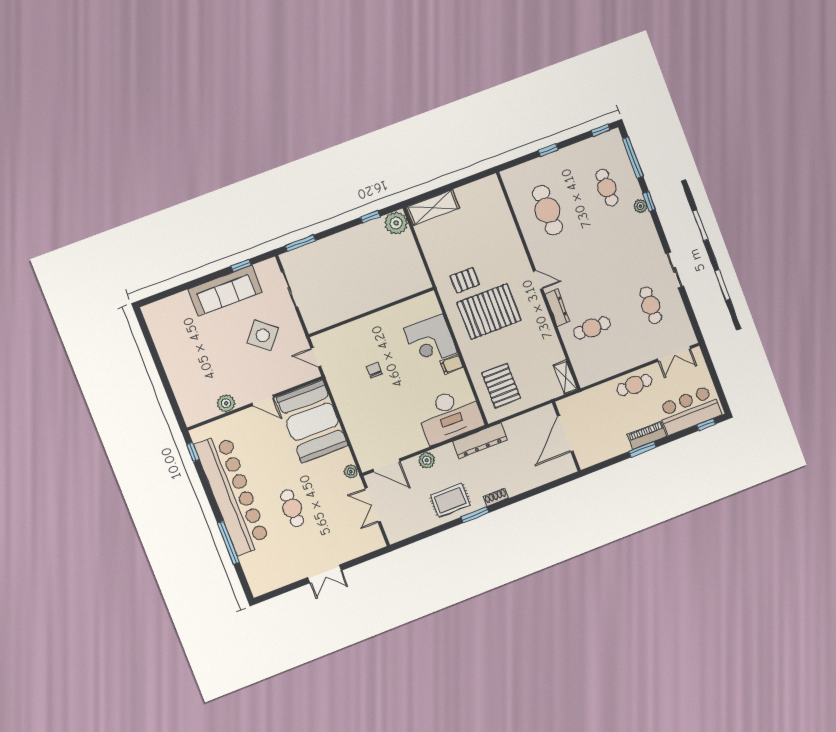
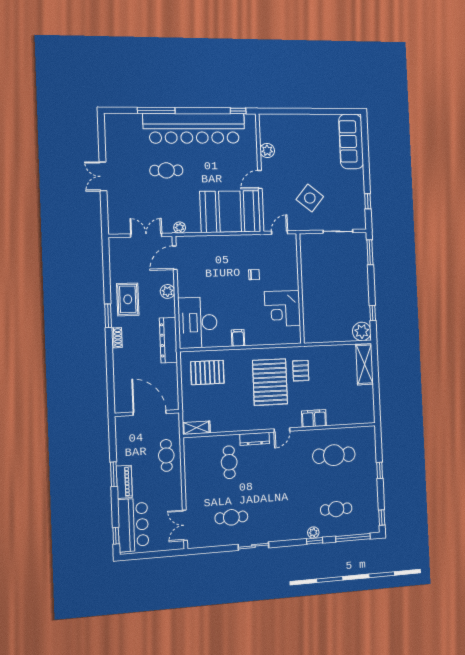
filing cabinet: (513, 247) -> (314, 418), added
sofa: (225, 291) -> (351, 141), moved
corner desk: (431, 341) -> (282, 309), moved, turned -90
cafe table: (634, 385) -> (166, 455), moved

